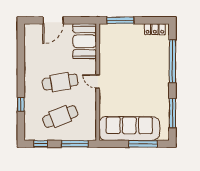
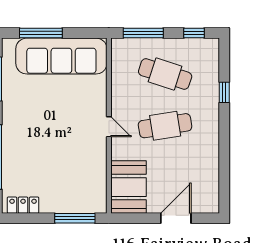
cafe table: (60, 117) -> (165, 74), turned 39

